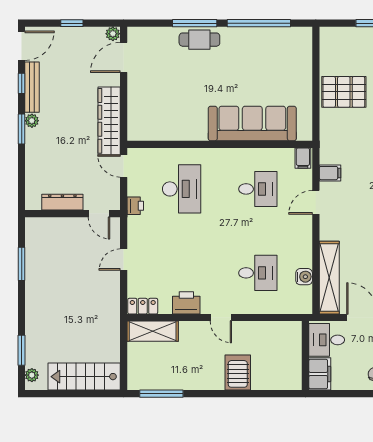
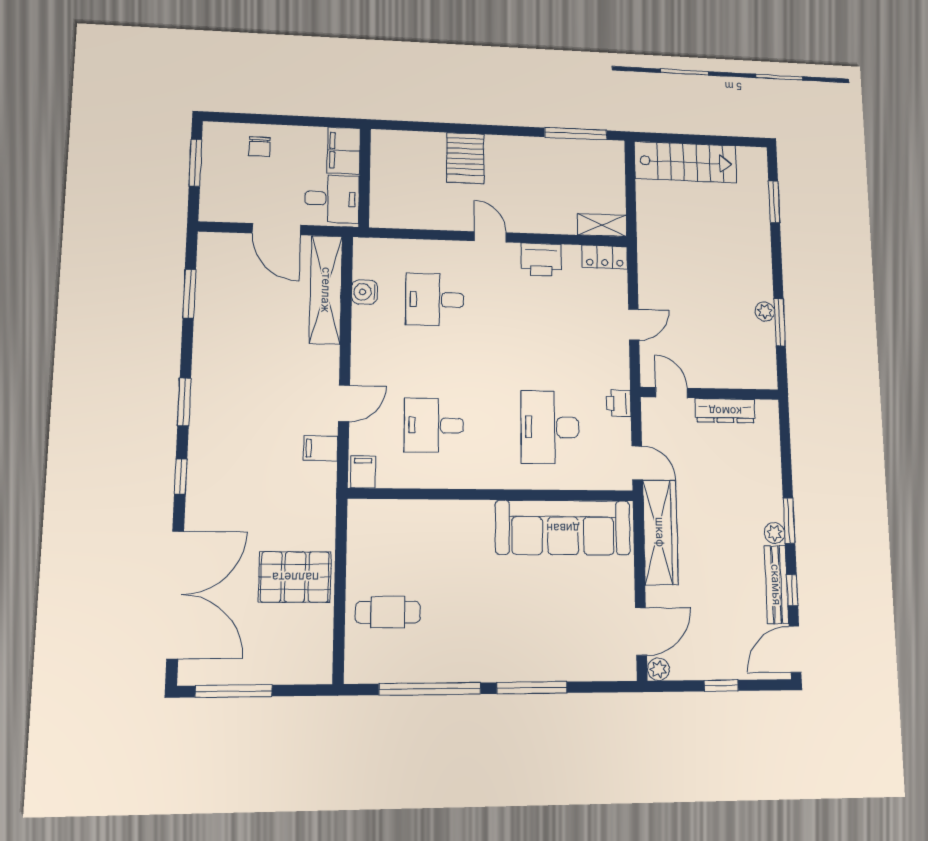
cafe table: (199, 40) -> (388, 612), moved
sofa: (252, 123) -> (563, 528), moved
shelving: (153, 331) -> (602, 225), width x0.67, depth x0.75
plant: (32, 375) -> (765, 311), moved

